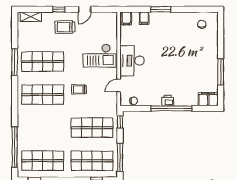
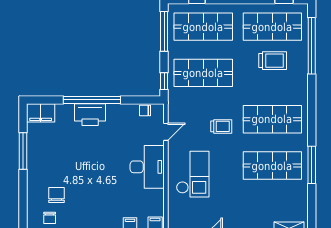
trolley: (65, 27) -> (273, 61), moved
chair: (197, 41) -> (57, 195), added
checkout: (100, 56) -> (193, 174), turned 90
printer: (168, 101) -> (90, 115), width x1.87, depth x1.48

